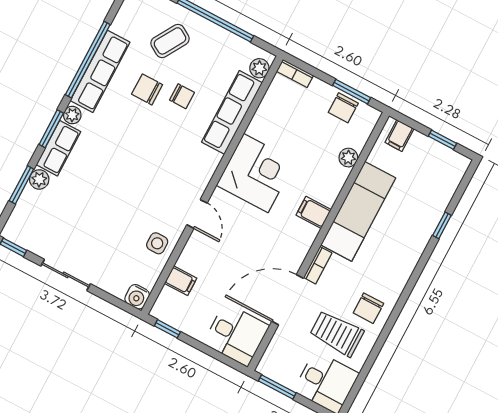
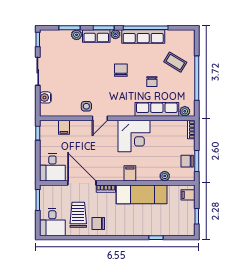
chair: (147, 89) -> (121, 70), moved
side table: (157, 243) -> (86, 106), moved
water cooler: (137, 297) -> (45, 97), moved

